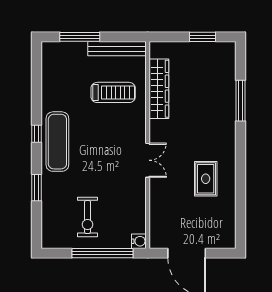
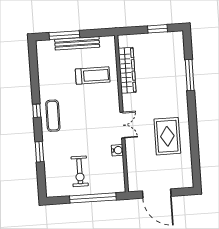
bench: (117, 49) -> (77, 43), moved
exercise mat: (57, 142) -> (53, 116), width x0.73, depth x0.69
rug: (206, 179) -> (167, 136), width x1.36, depth x1.43
water cooler: (139, 241) -> (117, 150), moved

